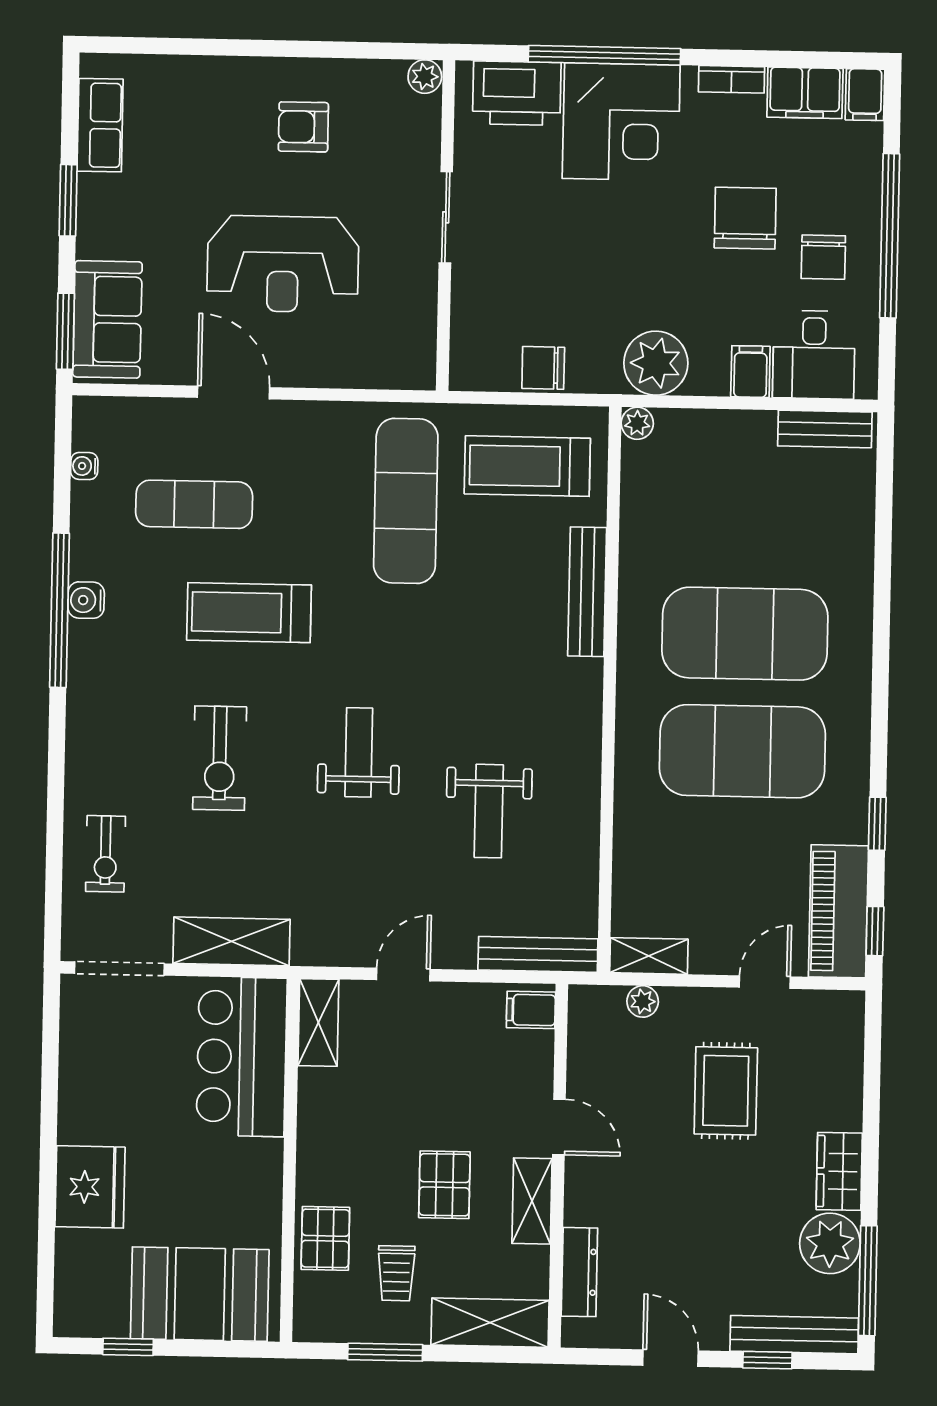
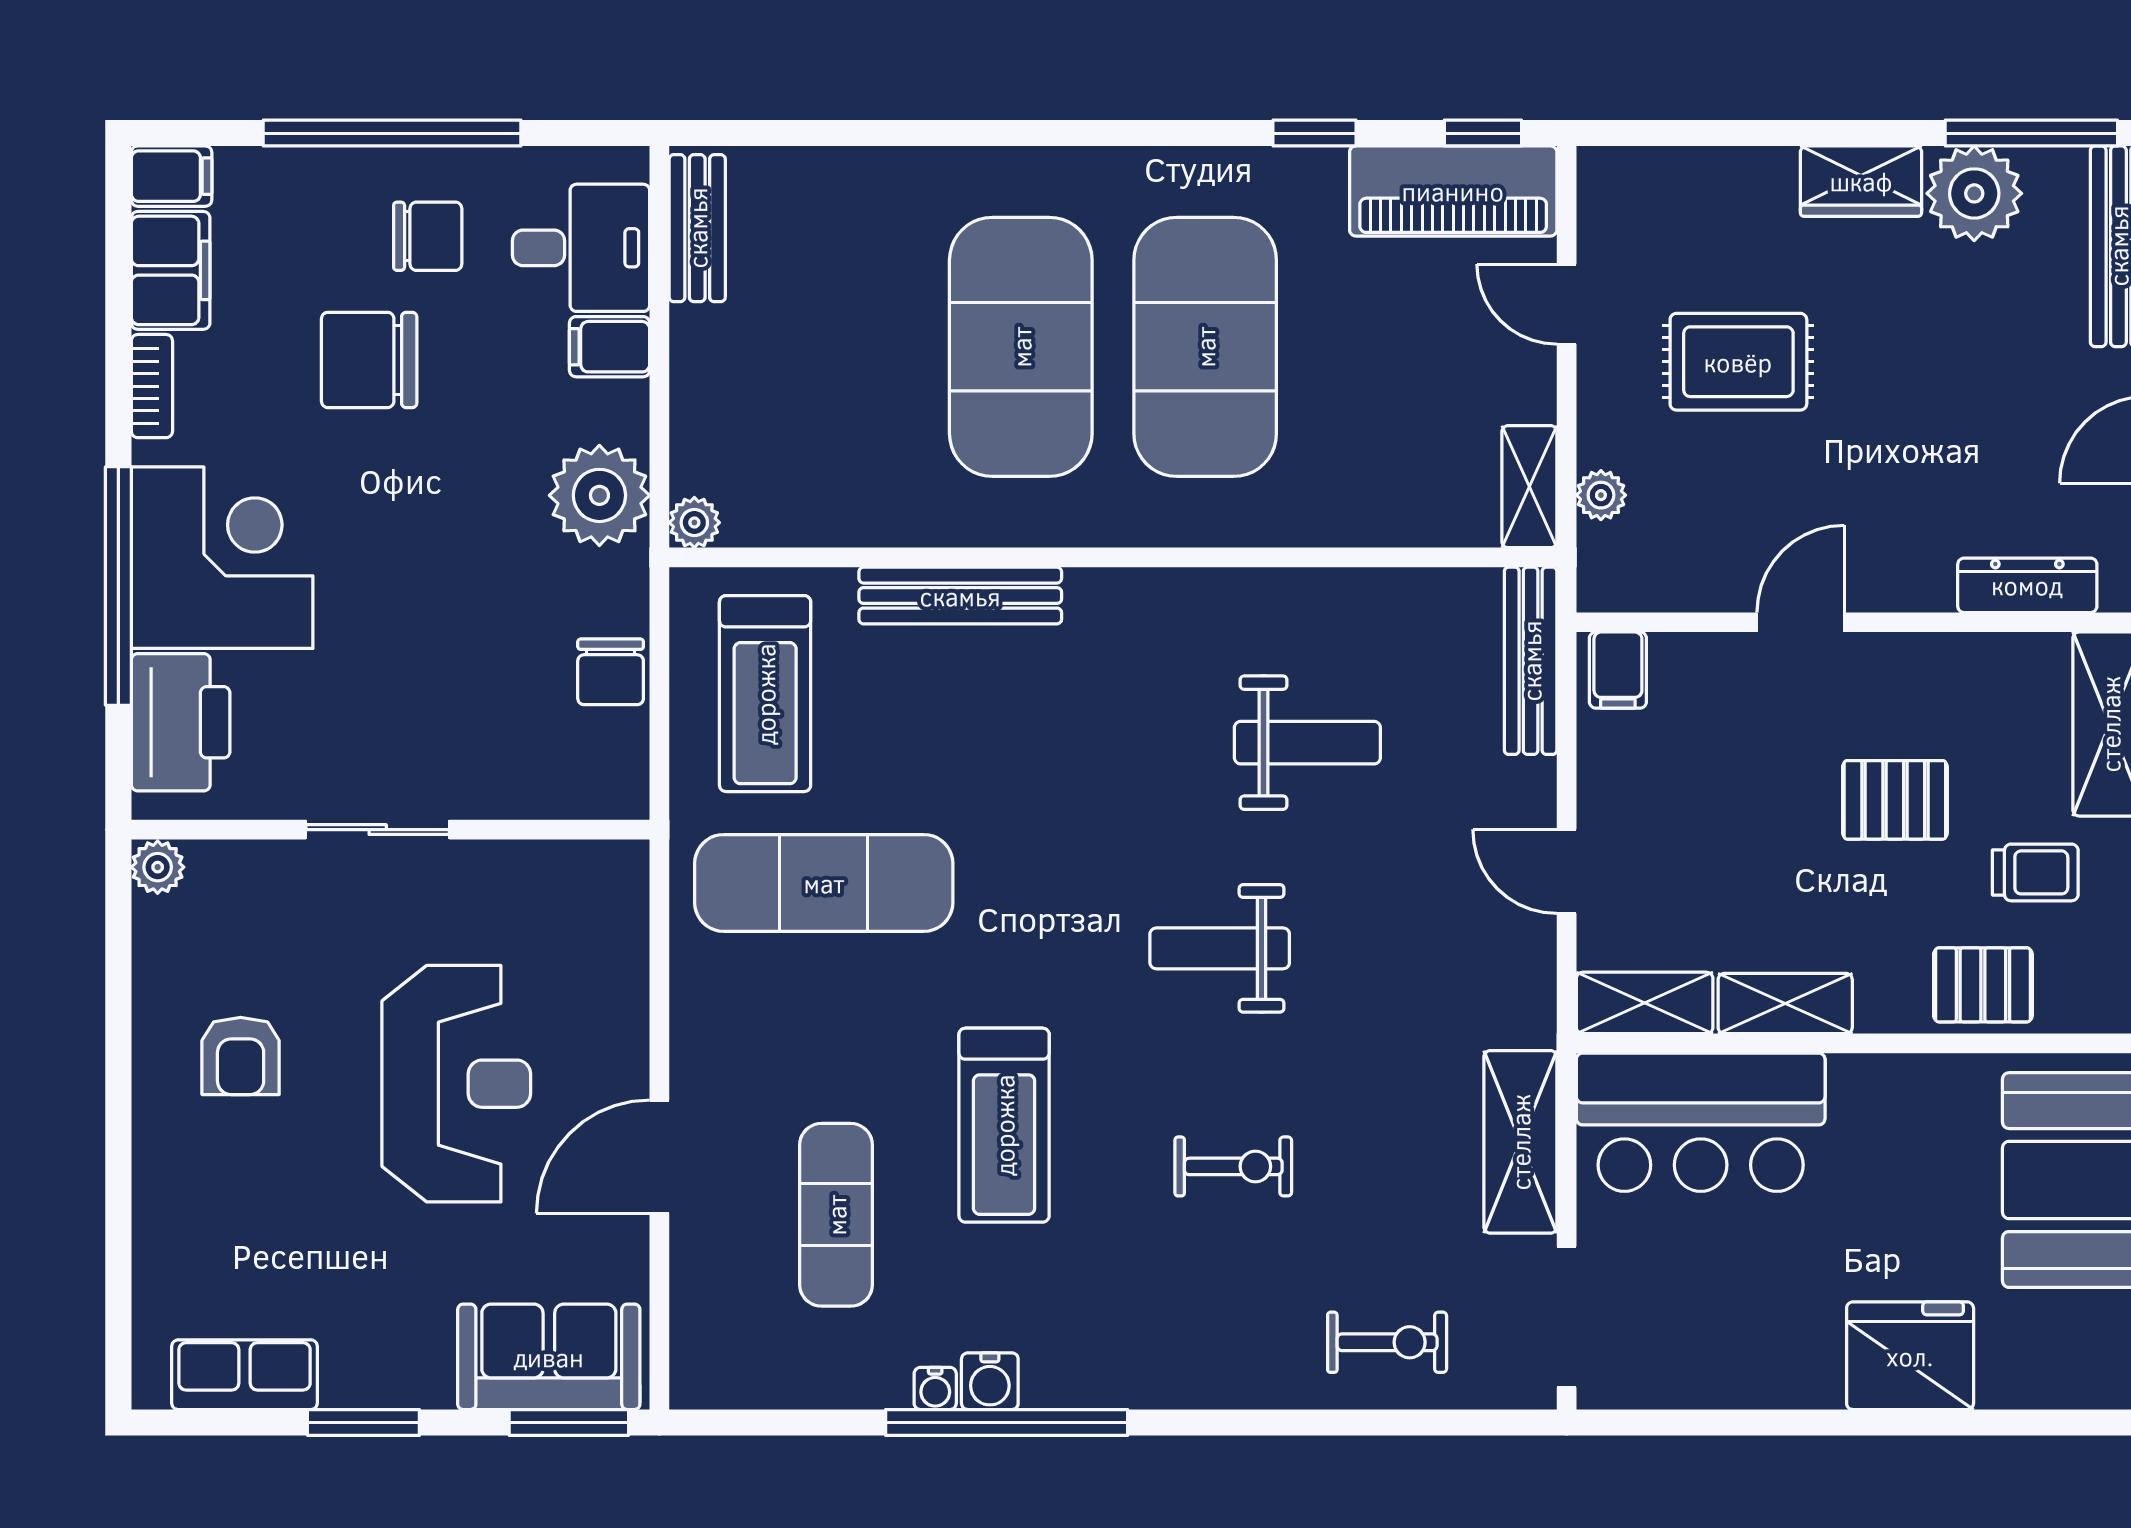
water cooler: (84, 466) -> (935, 1388), moved
exercise bike: (220, 758) -> (1233, 1166), width x0.73, depth x0.72
shelving: (532, 1201) -> (1785, 1003), moved

